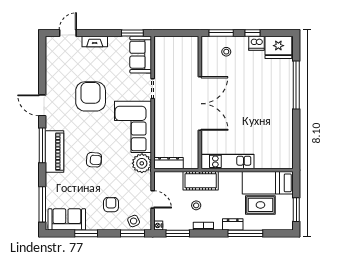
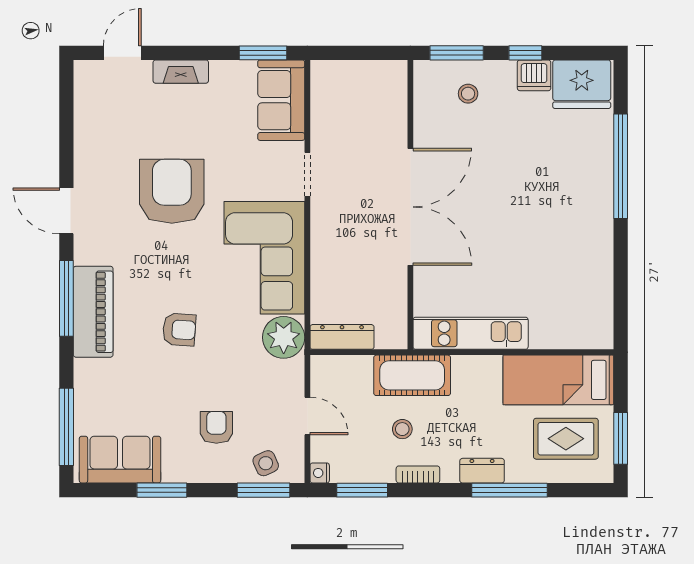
rug: (260, 205) -> (566, 439), moved

